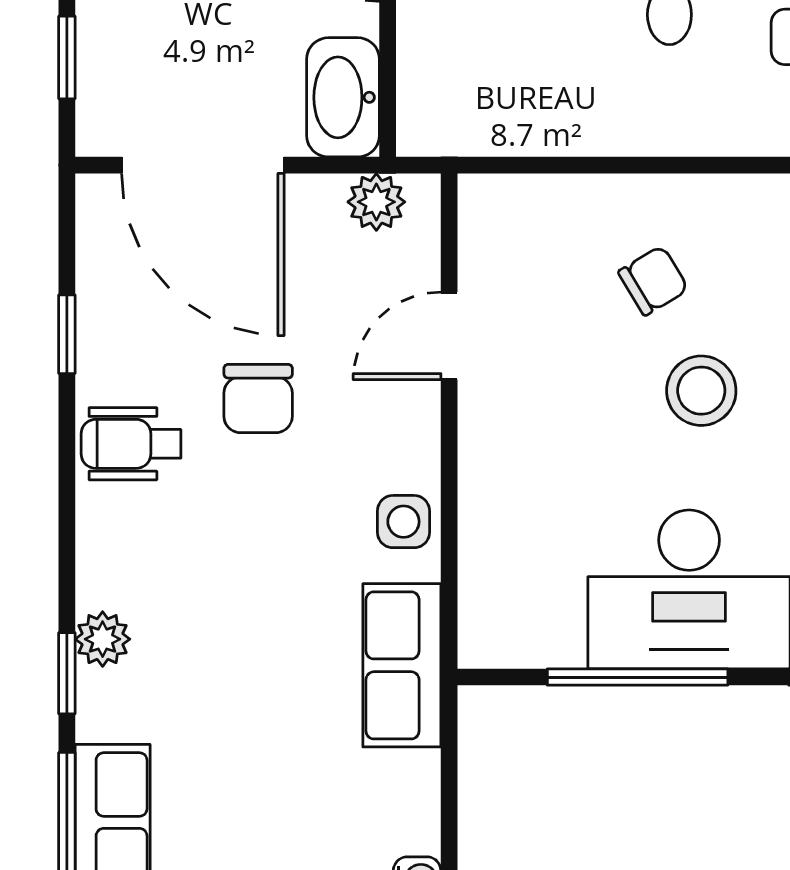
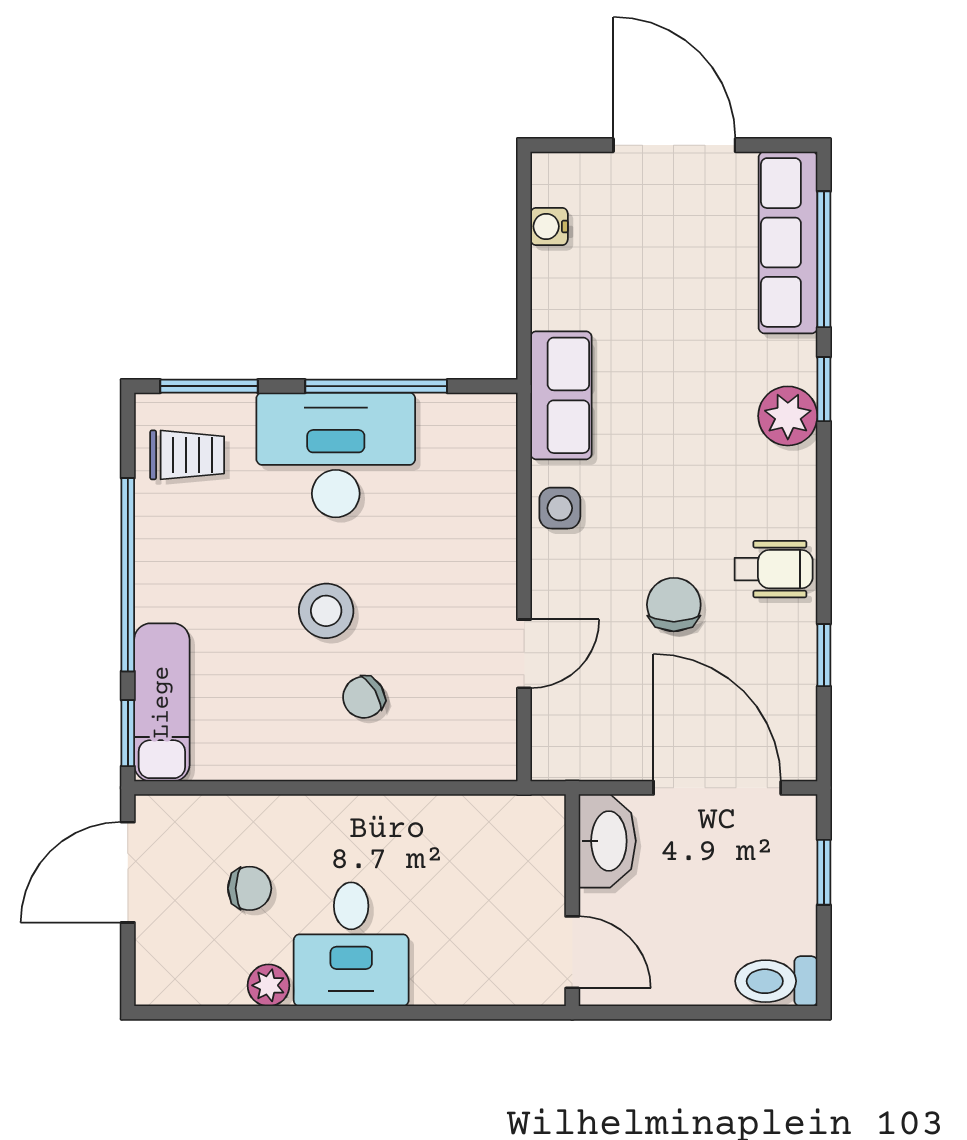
plant: (376, 202) -> (581, 759), removed
plant: (103, 639) -> (788, 416), width x1.38, depth x1.38

